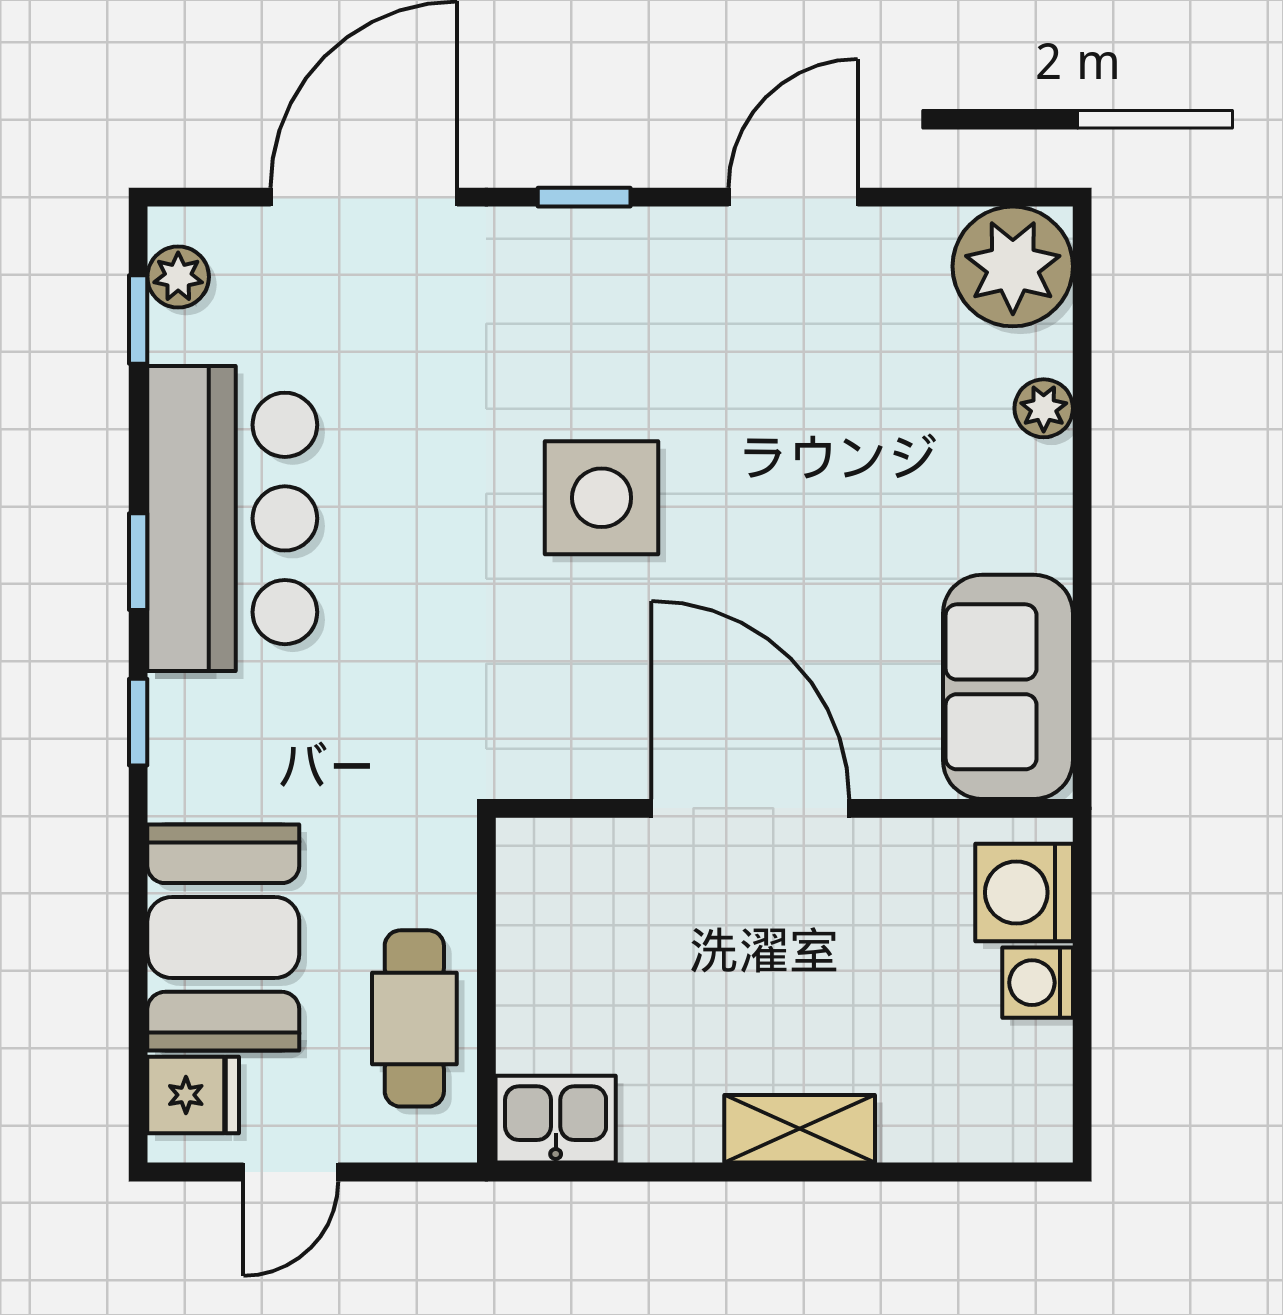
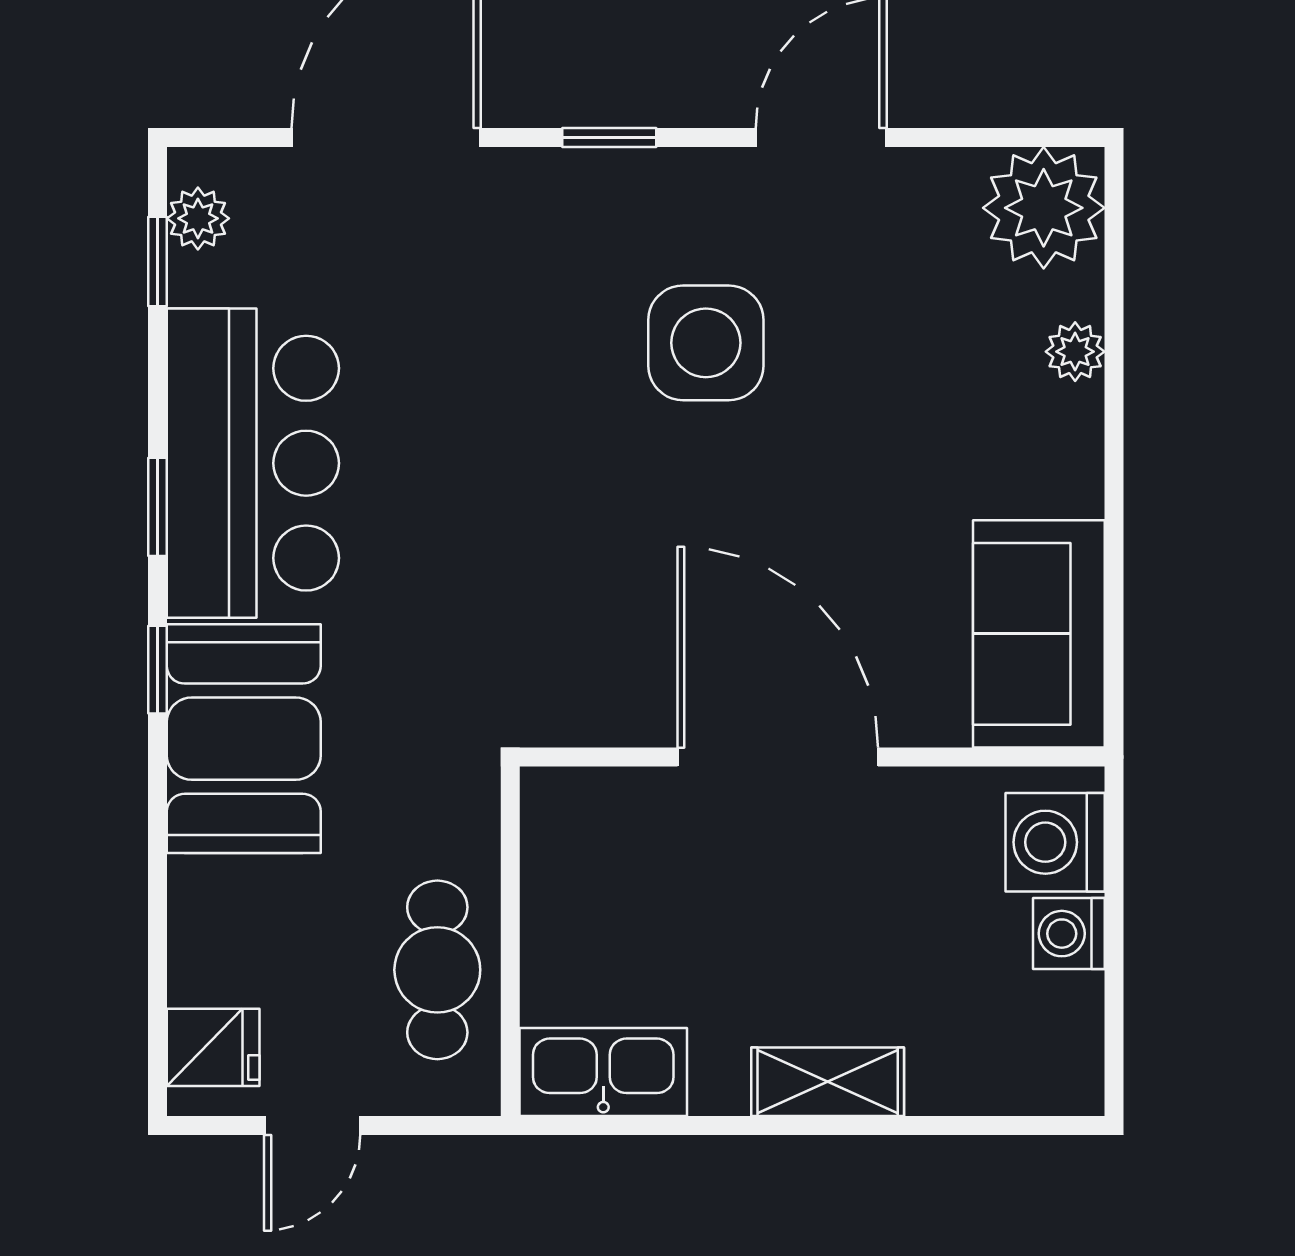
side table: (602, 498) -> (706, 343), moved
booth: (223, 937) -> (244, 739), moved
kitchen sink: (556, 1119) -> (603, 1072), width x1.38

